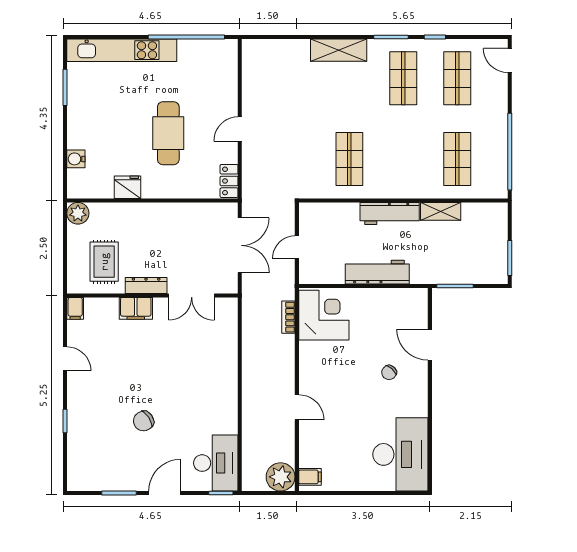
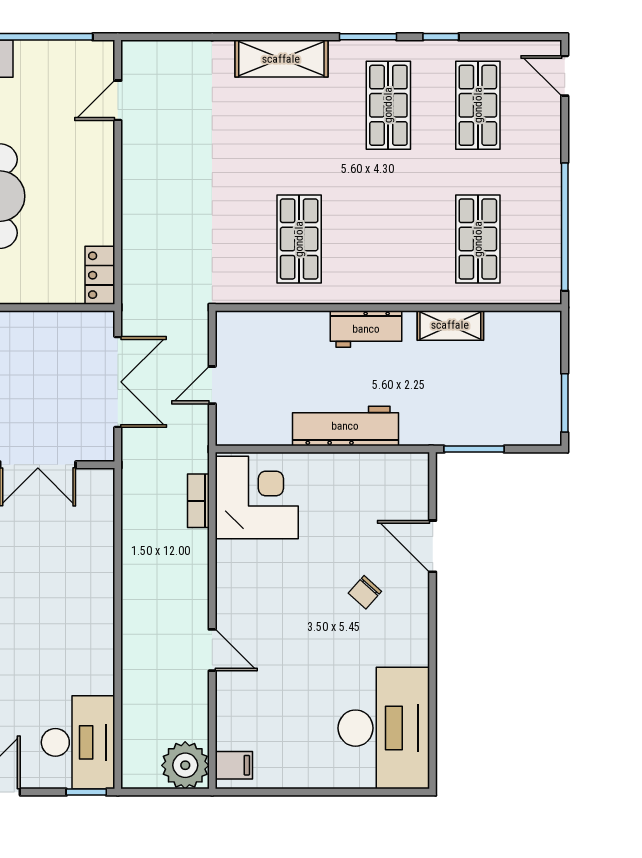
door: (240, 129) -> (118, 100), moved
workbench: (390, 213) -> (366, 329), width x0.73

